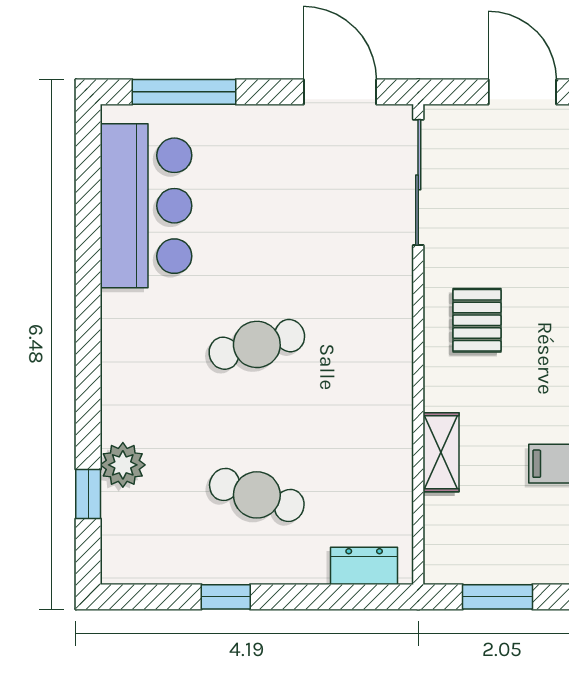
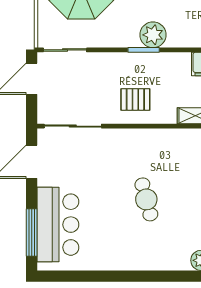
bar counter: (146, 206) -> (58, 225), moved, turned 90

